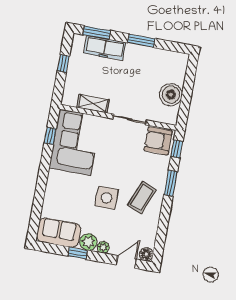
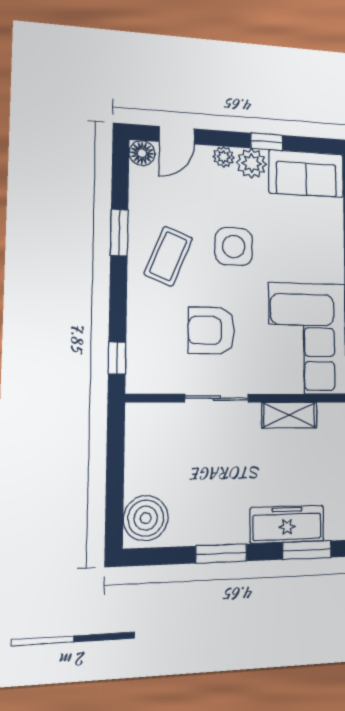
boiler: (171, 95) -> (146, 518), moved
armchair: (158, 141) -> (211, 331), moved, turned 180
window: (171, 183) -> (119, 233), moved

